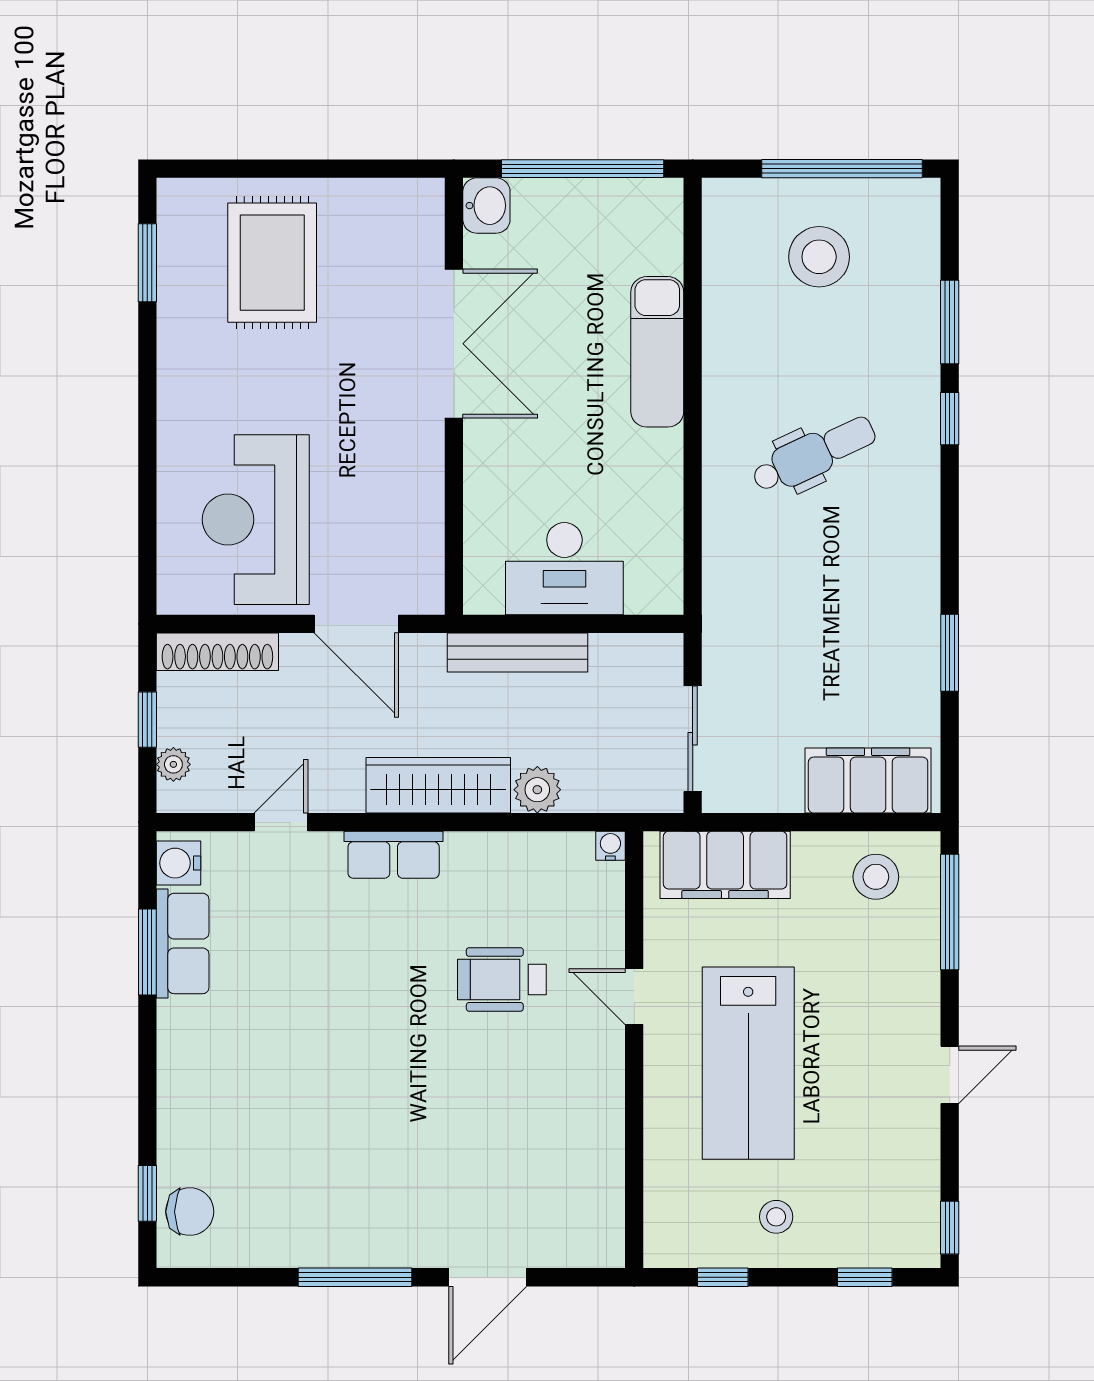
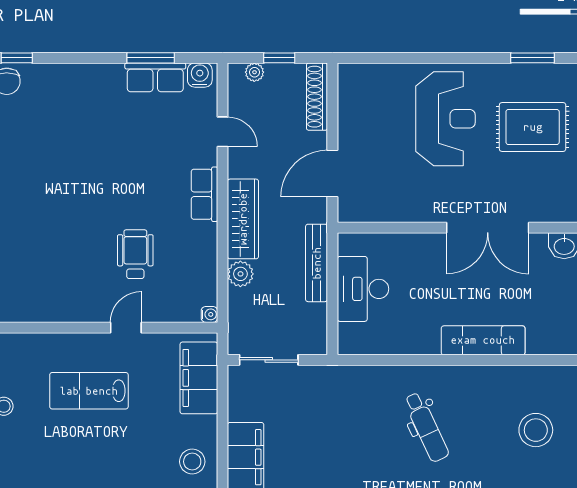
reception desk: (256, 520) -> (445, 119), moved, turned 90
lab bench: (748, 1063) -> (89, 391), width x0.73, depth x0.72

